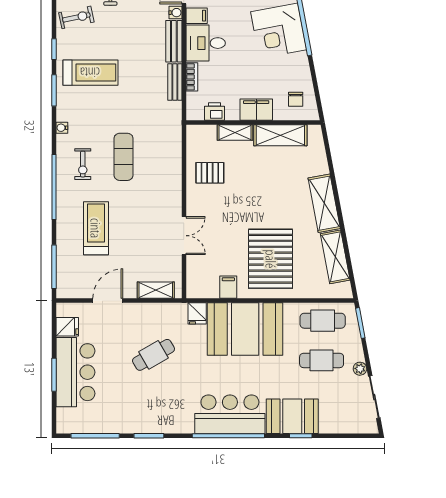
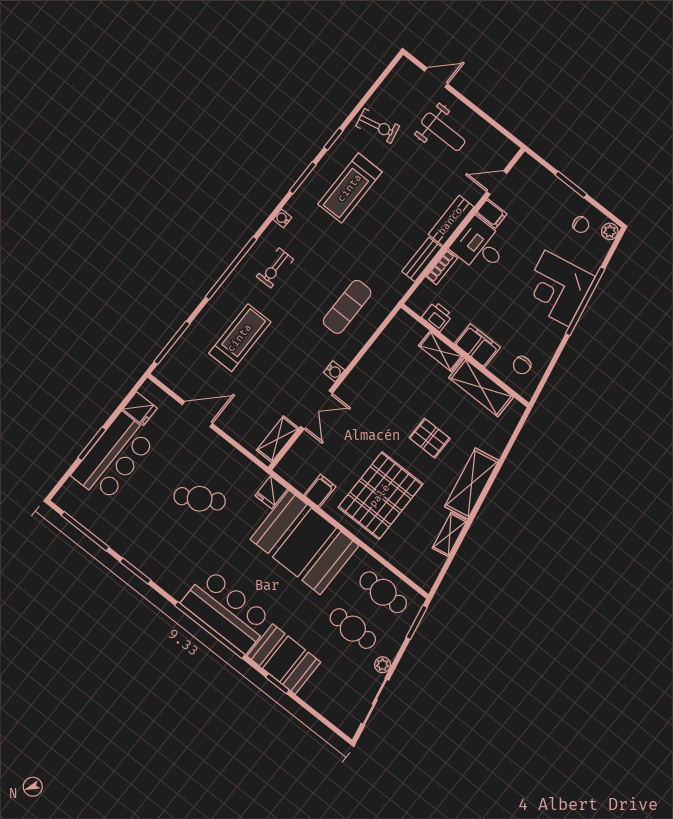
water cooler: (175, 13) -> (334, 371), moved
treadmill: (90, 73) -> (350, 188), turned 90
exercise mat: (124, 157) -> (347, 307), moved
pallet: (210, 173) -> (430, 438), moved
shelving: (335, 257) -> (450, 534), width x0.67, depth x0.75
shelving: (156, 290) -> (278, 439), moved, turned 90

